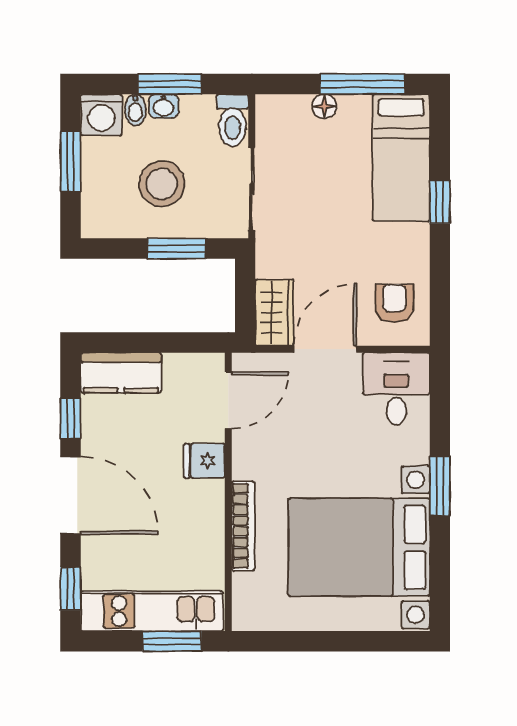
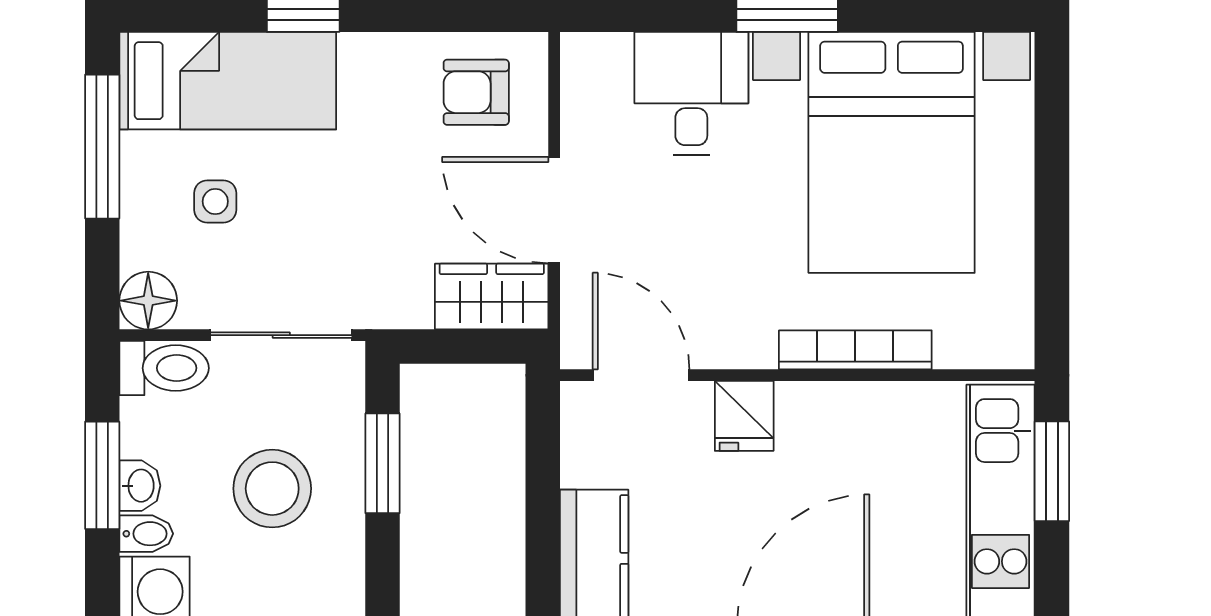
floor lamp: (324, 106) -> (148, 301), moved, width x1.37, depth x1.37
side table: (330, 150) -> (215, 201), added
desk: (396, 389) -> (691, 93), moved, turned 90

